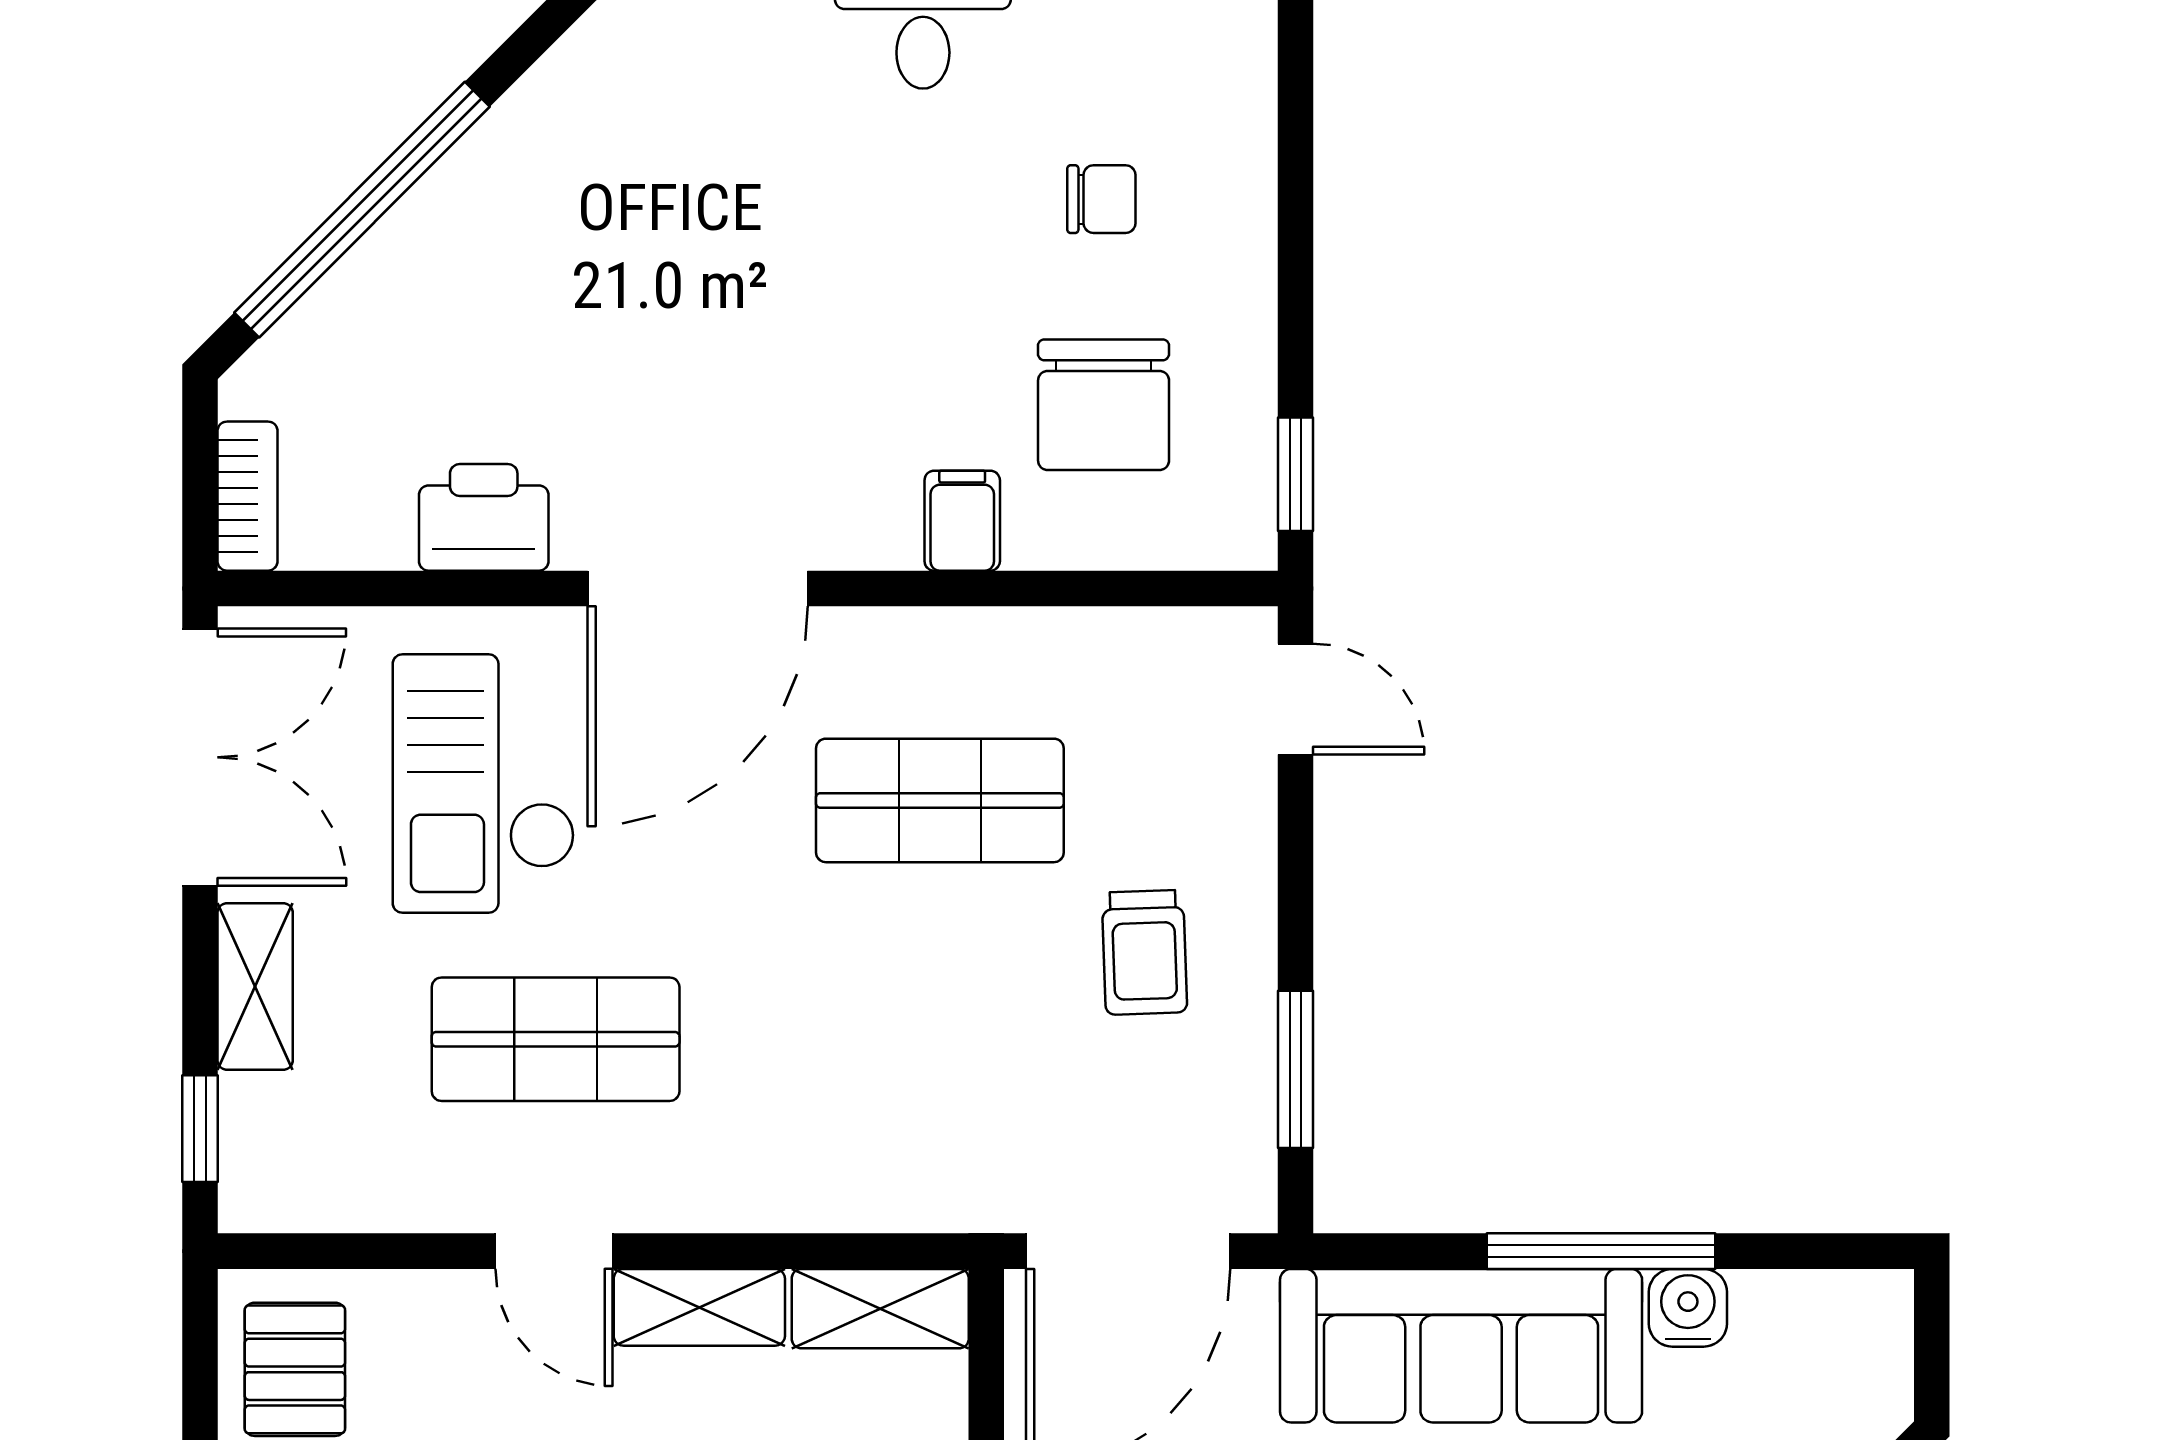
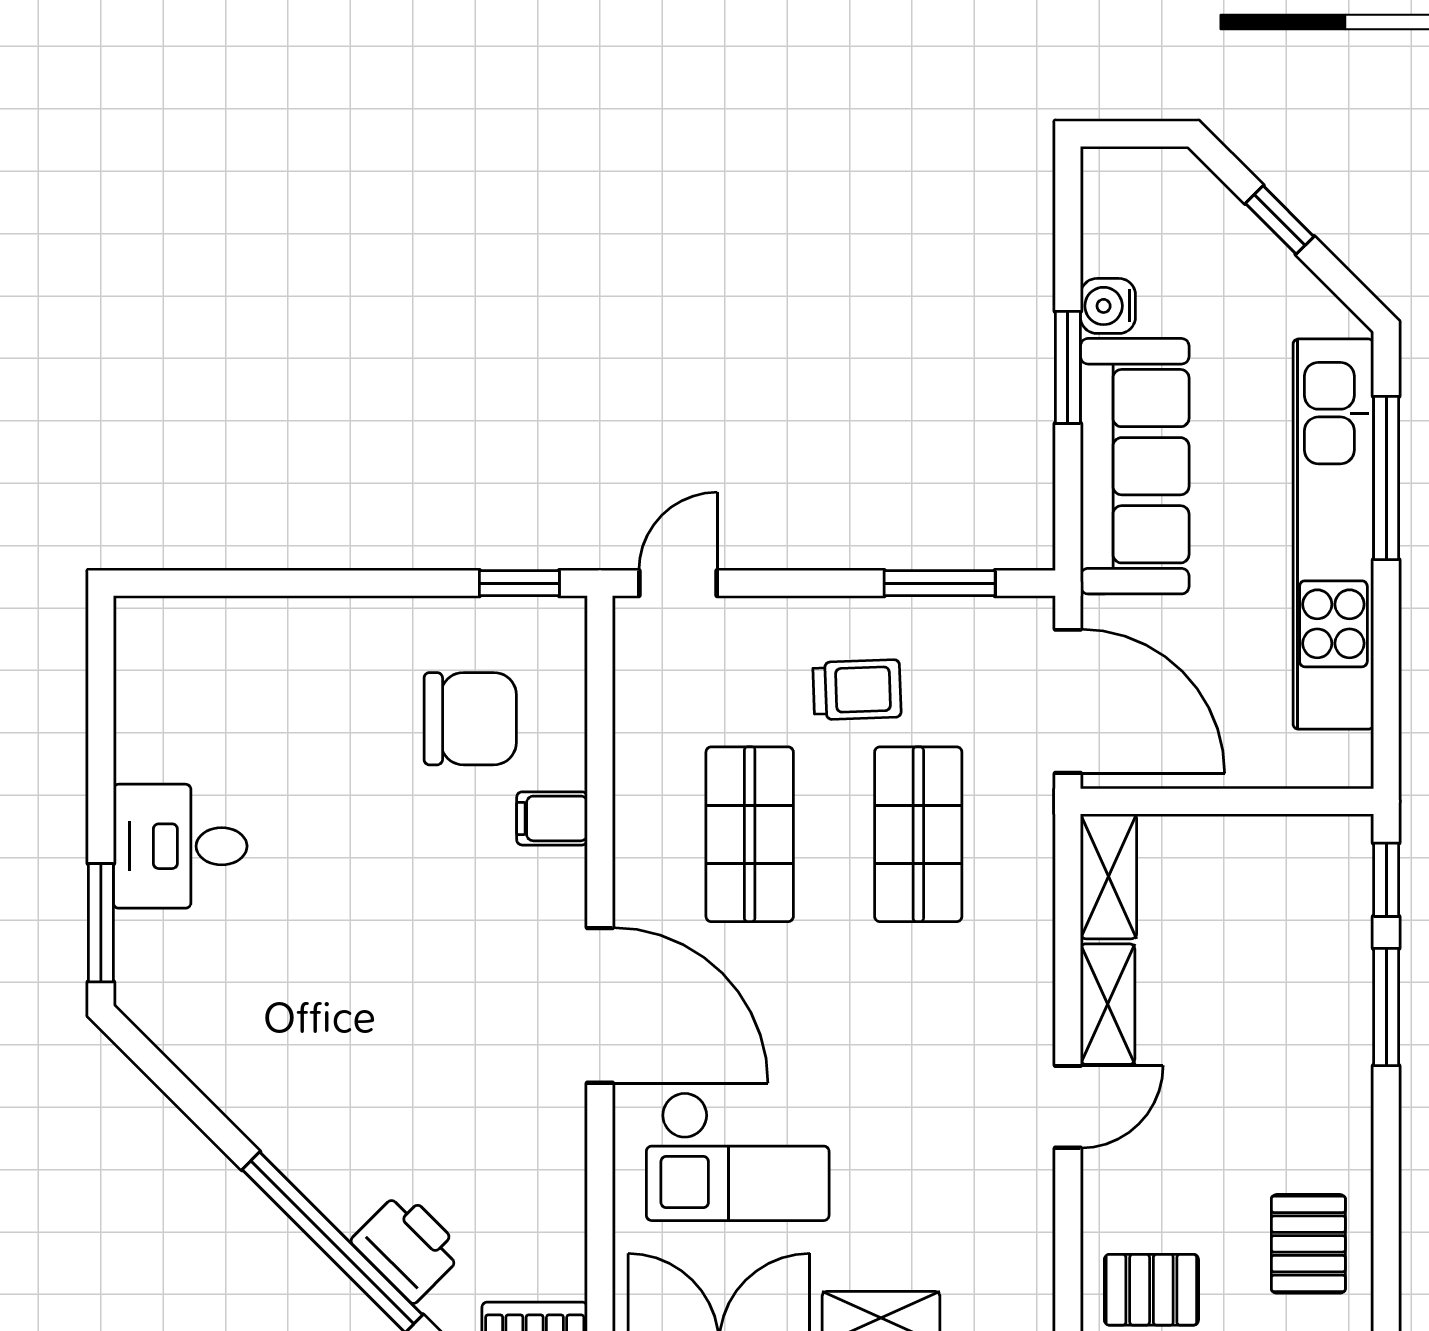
chair: (1101, 199) -> (325, 720), removed
printer: (484, 517) -> (408, 1247), moved, turned 135
shop shelf: (556, 1039) -> (918, 834), moved
window: (1601, 1251) -> (1068, 367), width x0.69

